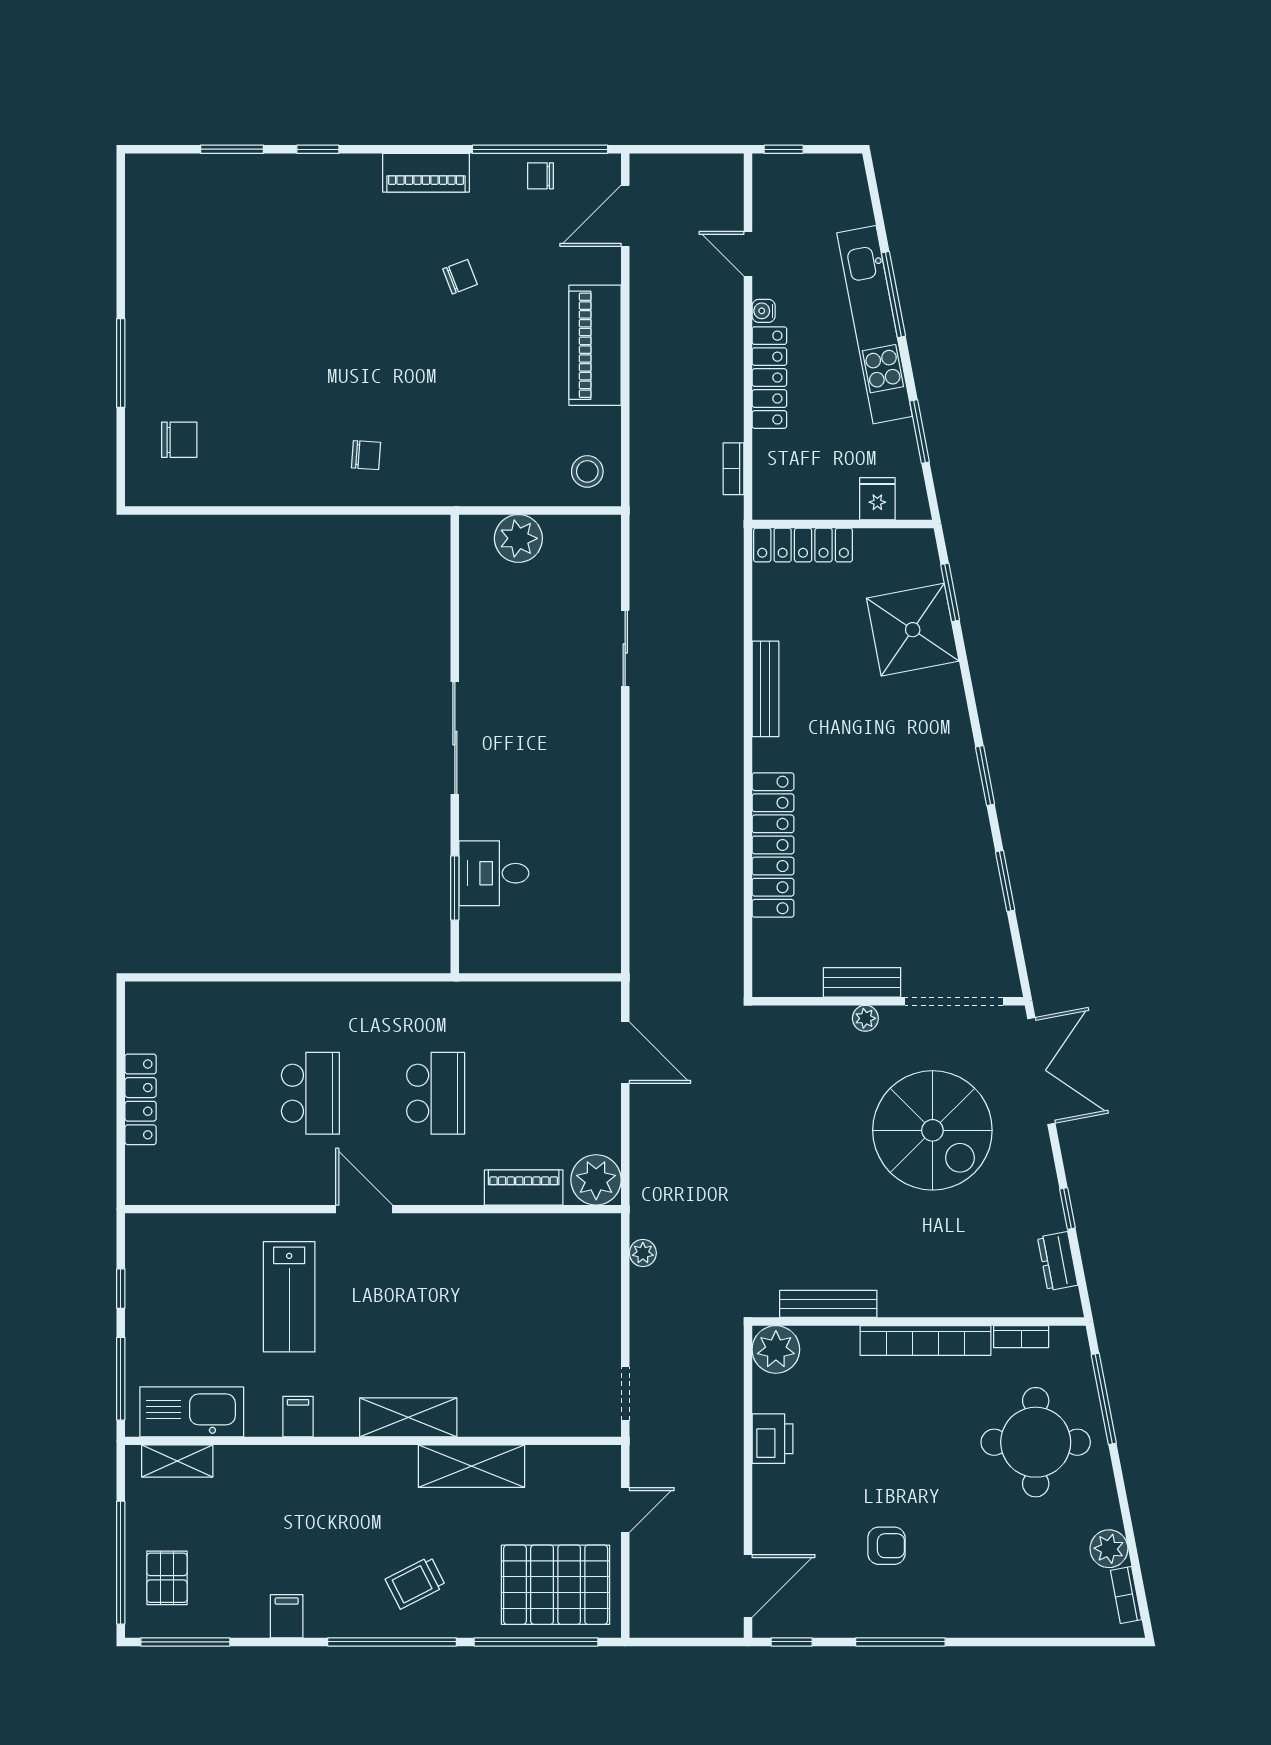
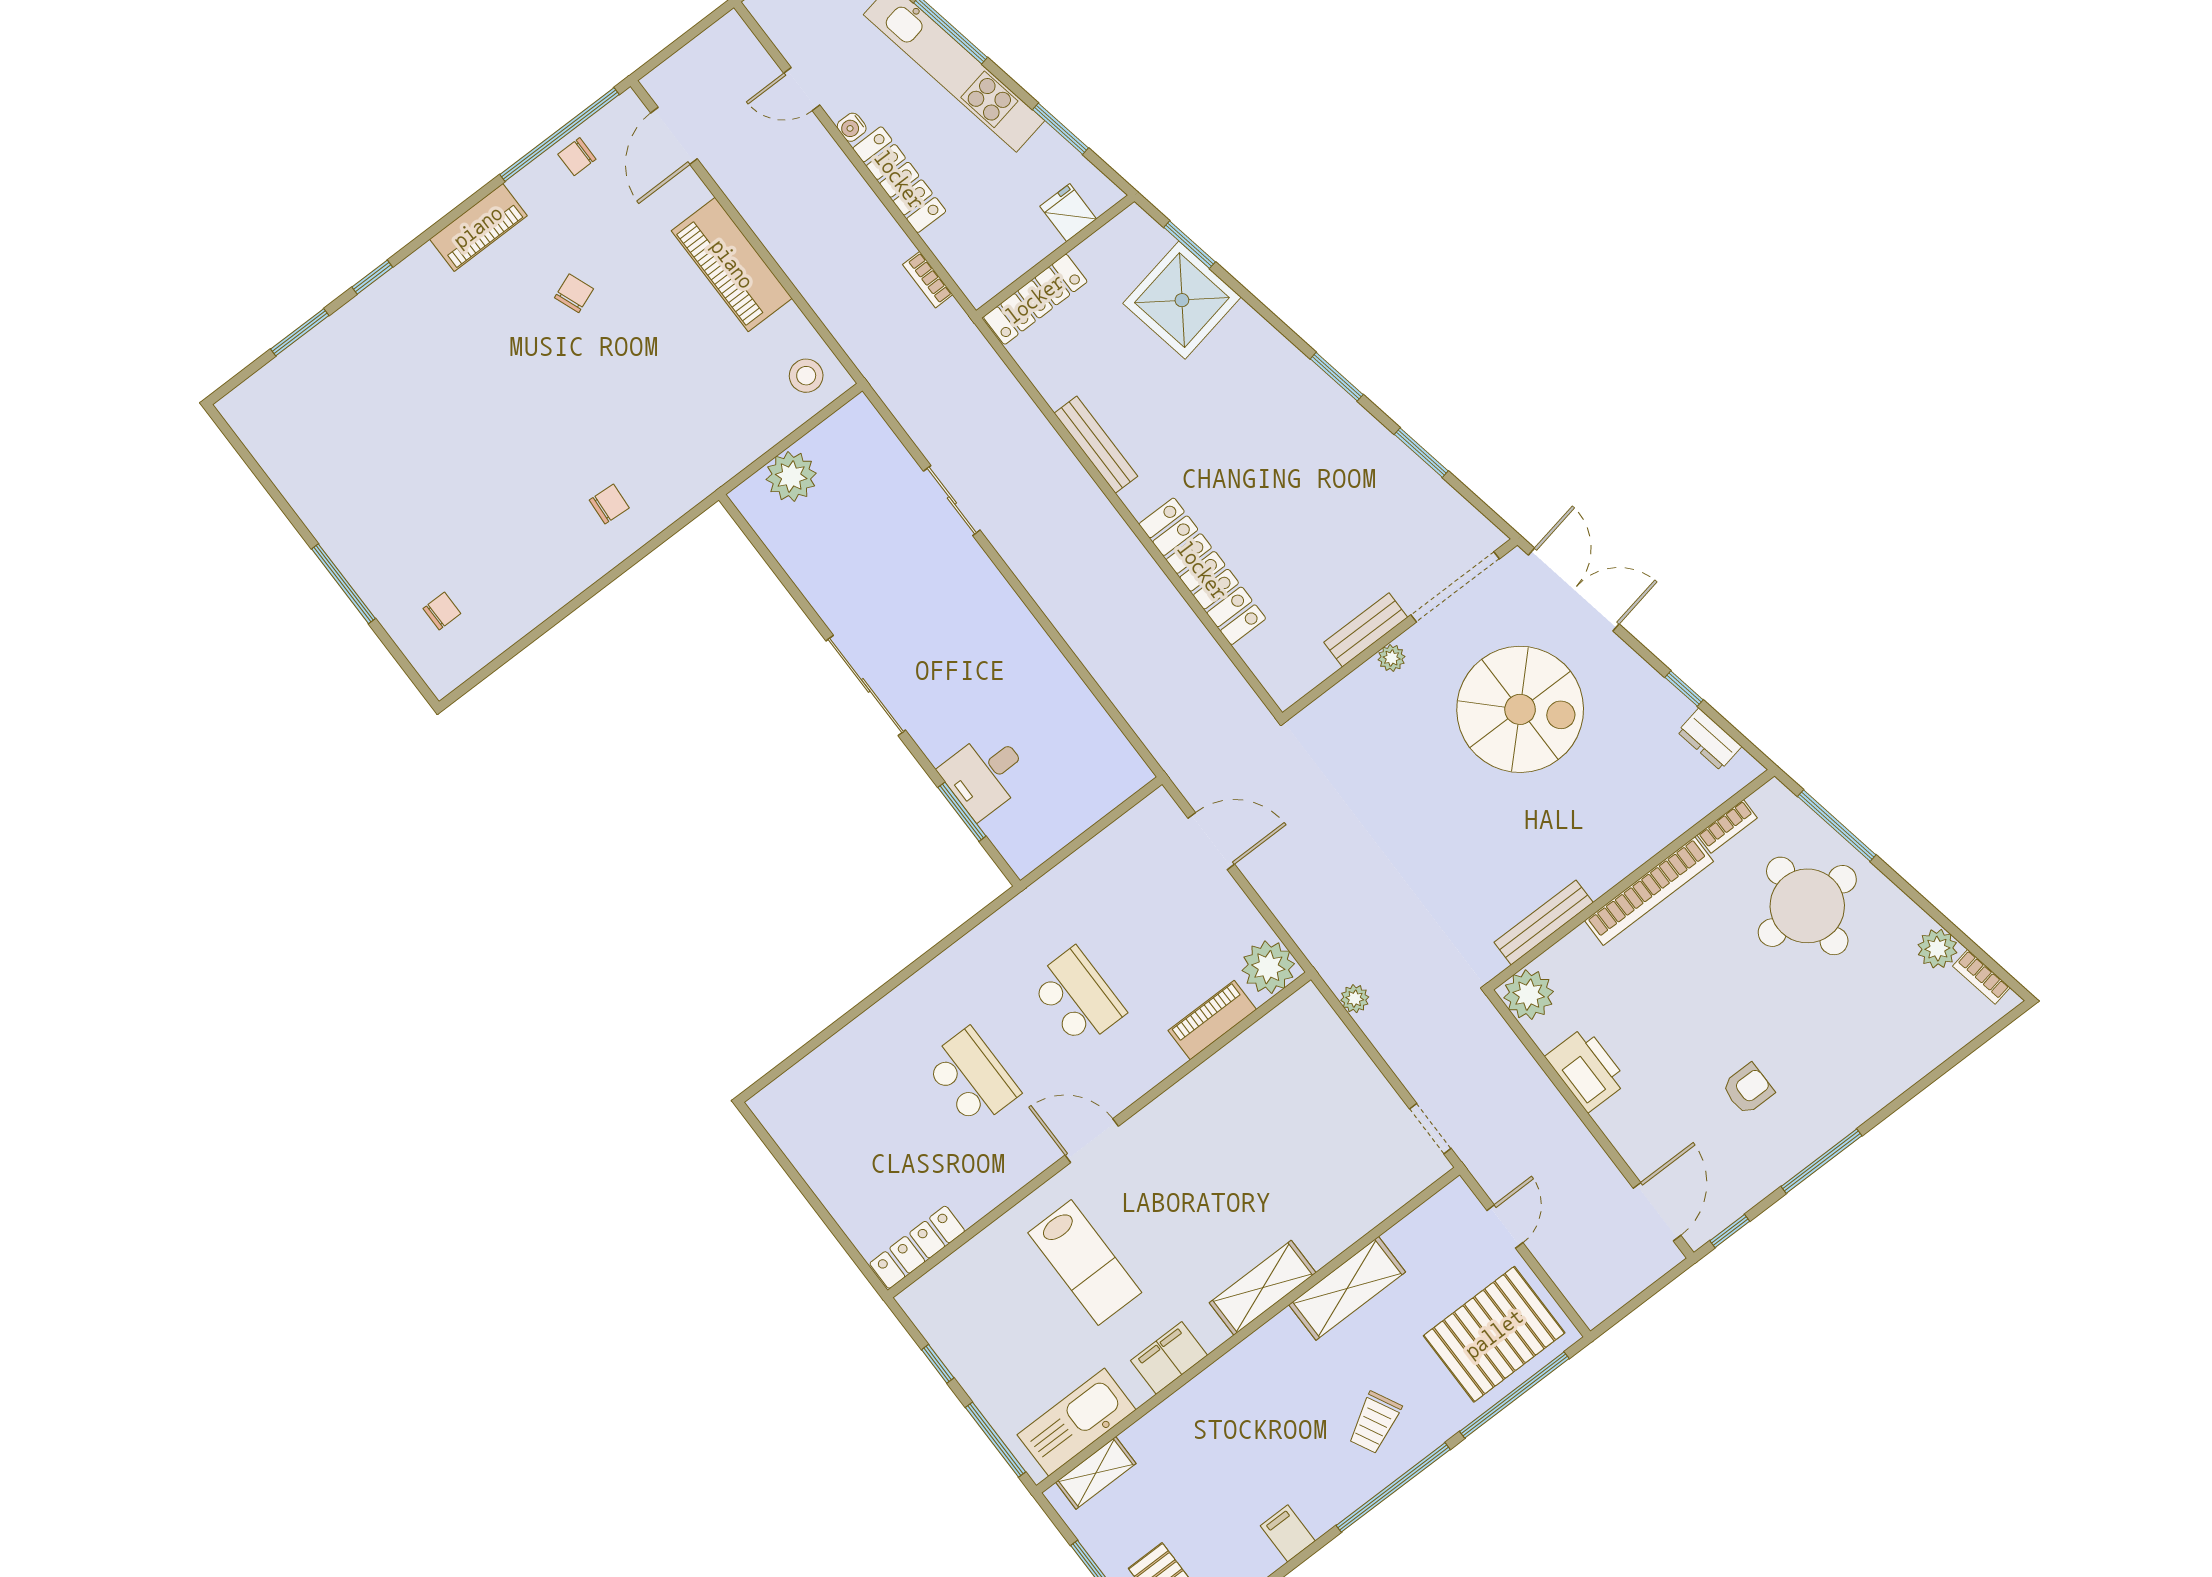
chair: (179, 440) -> (442, 611), width x0.73, depth x0.73
locker: (141, 1099) -> (917, 1247), moved, turned -90
filing cabinet: (298, 1417) -> (1169, 1358), width x2.00
printer: (772, 1439) -> (1586, 1069), width x1.37, depth x1.19

